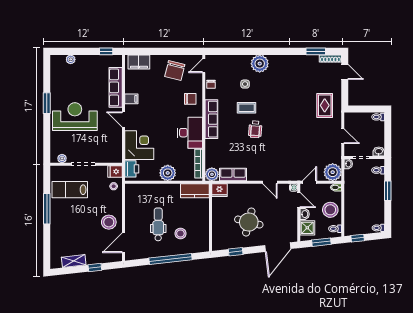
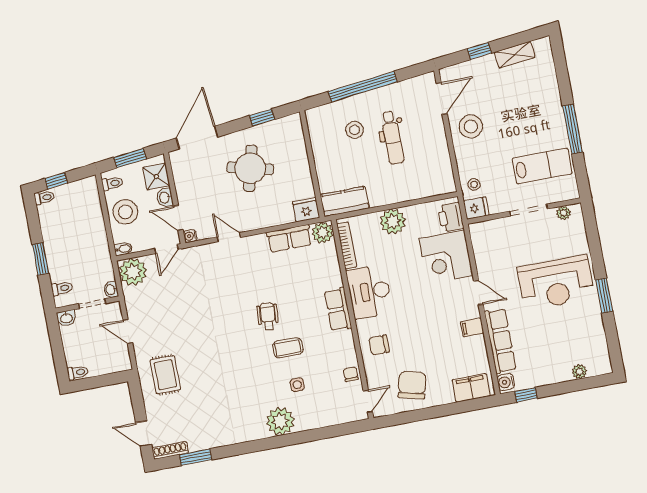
water cooler: (117, 62) -> (506, 382), added
row of seats: (211, 119) -> (338, 309), width x0.68
window: (358, 238) -> (56, 181), moved

